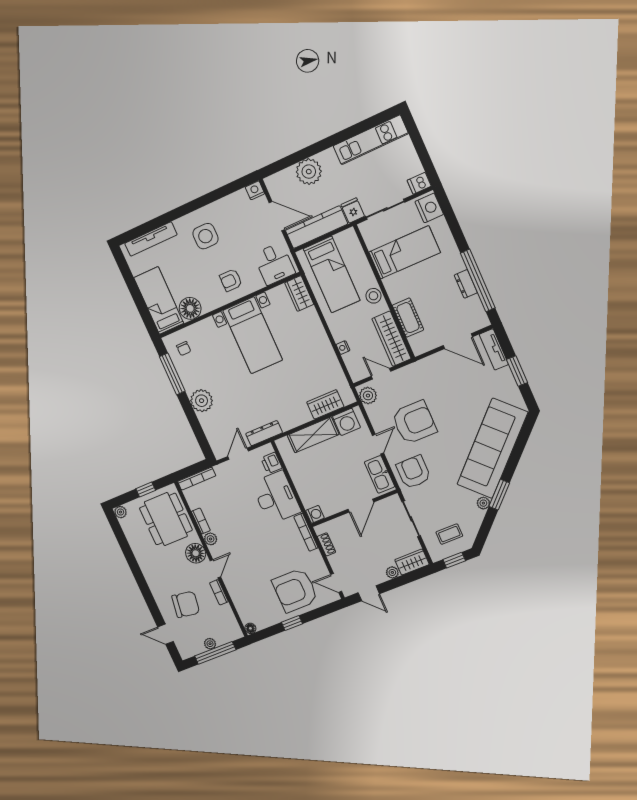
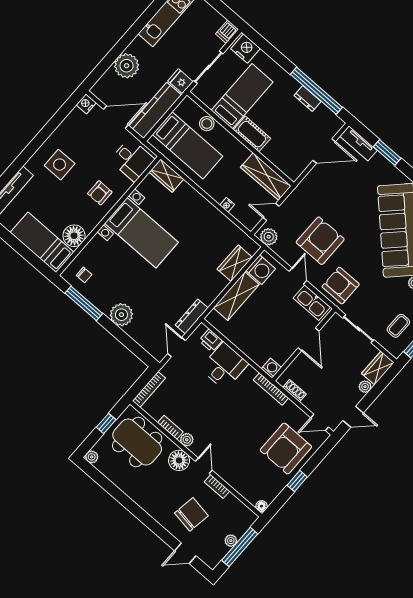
stool: (373, 296) -> (207, 124), moved
cot: (408, 318) -> (252, 134), moved
desk: (276, 497) -> (224, 366), width x0.73

